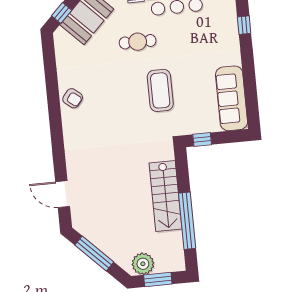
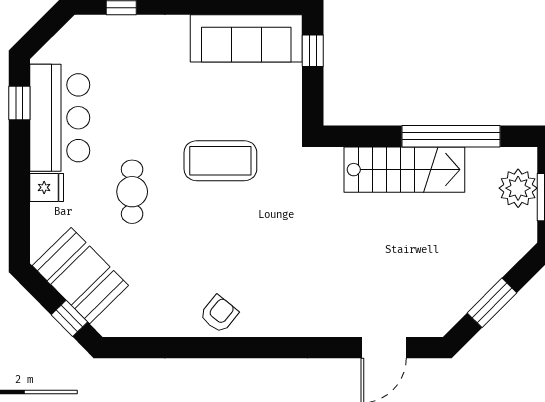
window: (202, 140) -> (313, 51), moved
window: (94, 254) -> (492, 303), width x0.69
plant: (143, 264) -> (518, 188), moved

